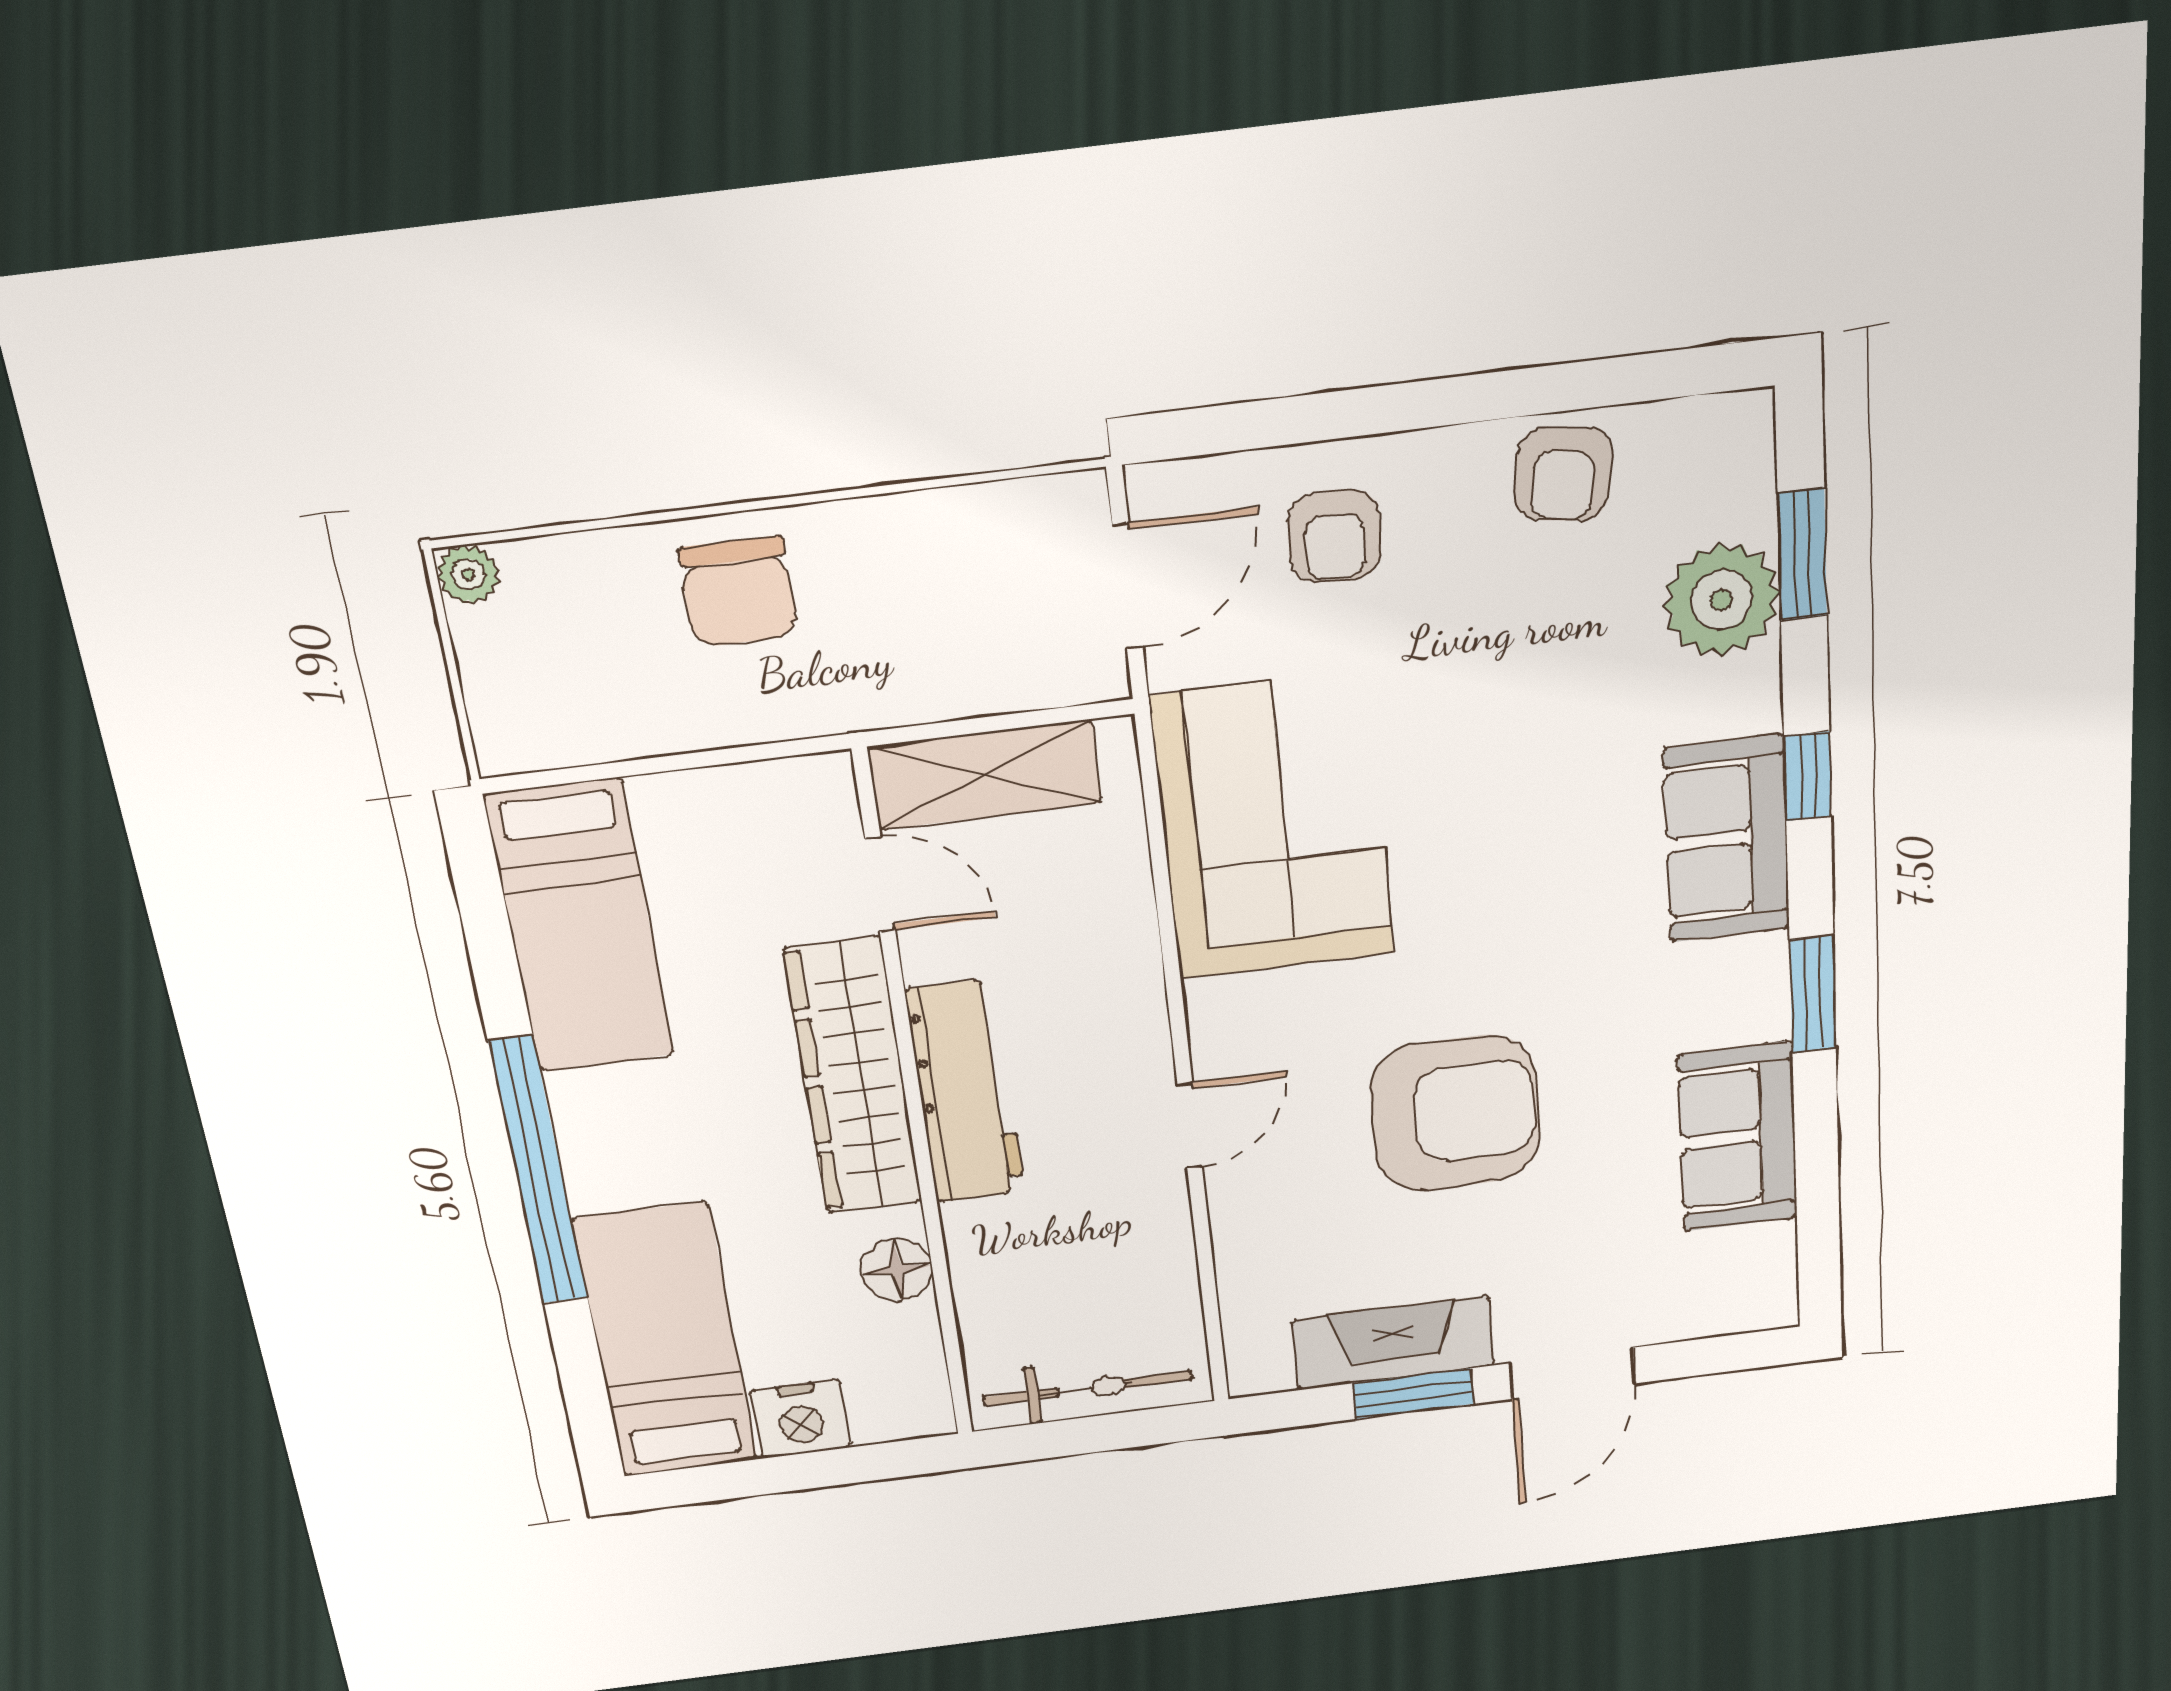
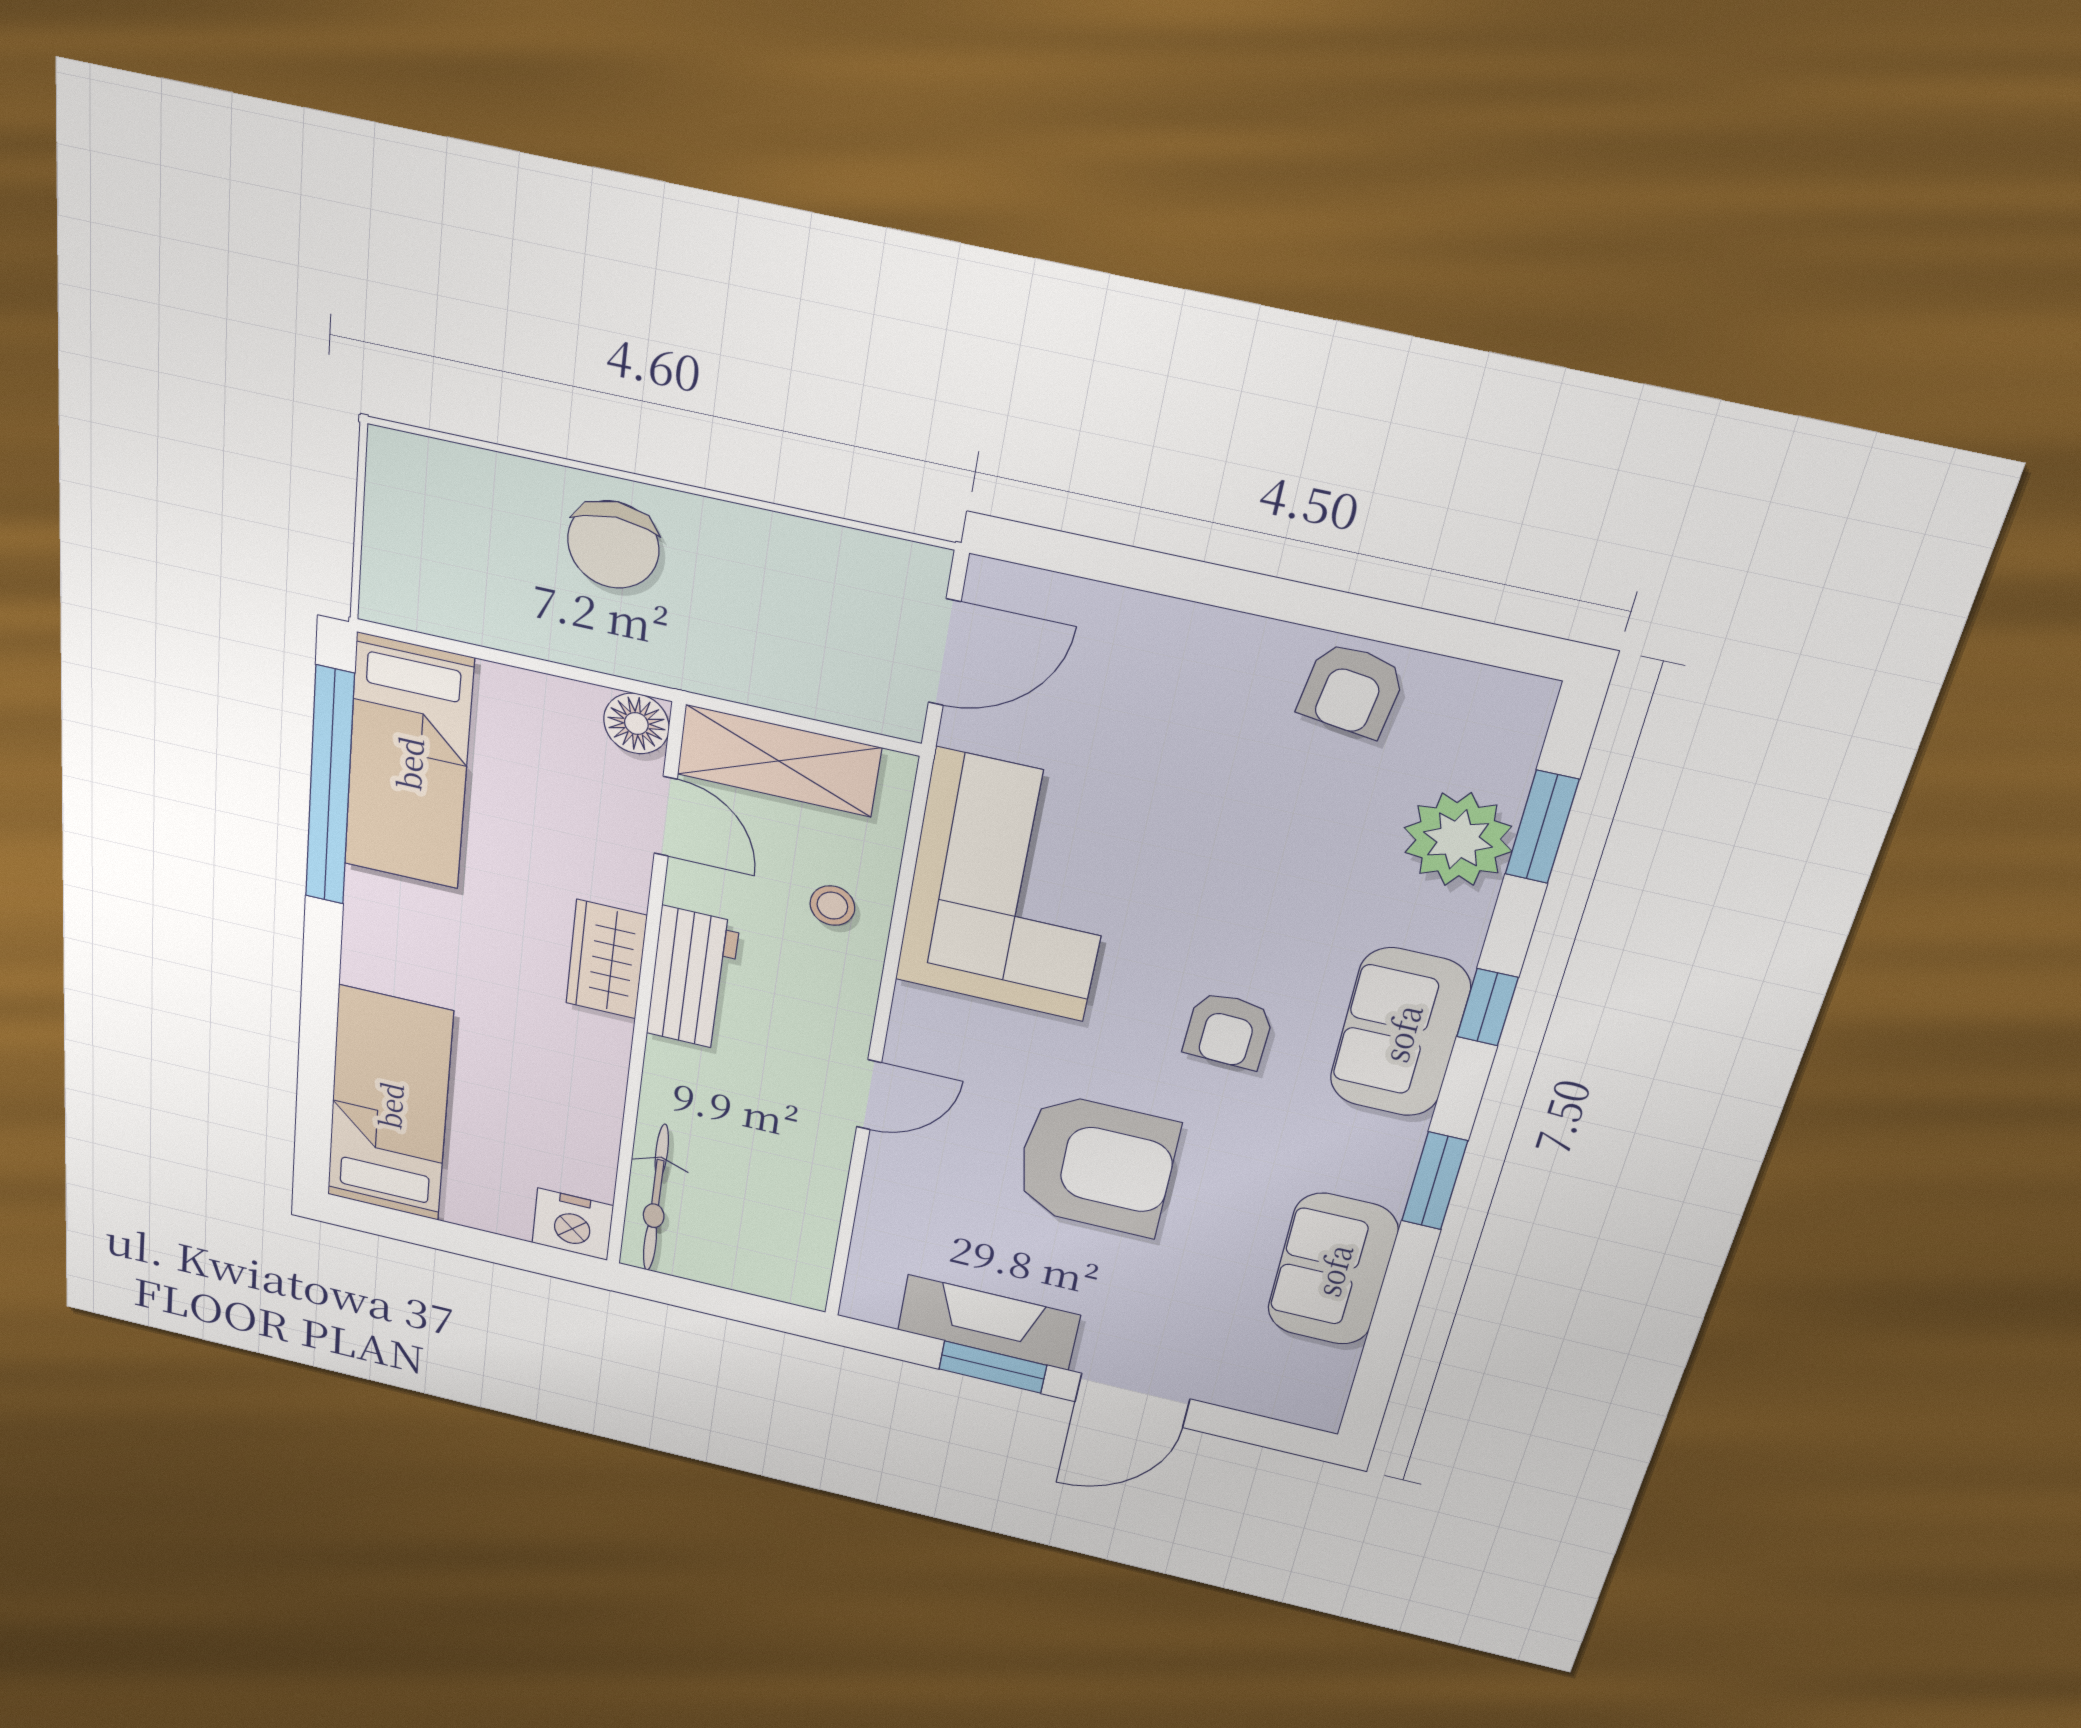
armchair: (1334, 536) -> (1228, 1030), moved
plant: (468, 575) -> (392, 454), removed
stool: (1089, 920) -> (832, 906), added
wardrobe: (854, 1077) -> (606, 959), width x0.48, depth x0.85
workbench: (965, 1092) -> (693, 978), width x0.73
window: (538, 1171) -> (330, 787), moved
floor lamp: (897, 1270) -> (636, 724), moved
bicycle: (1088, 1388) -> (656, 1198), moved, turned 90
nightstand: (801, 1419) -> (573, 1224), moved

